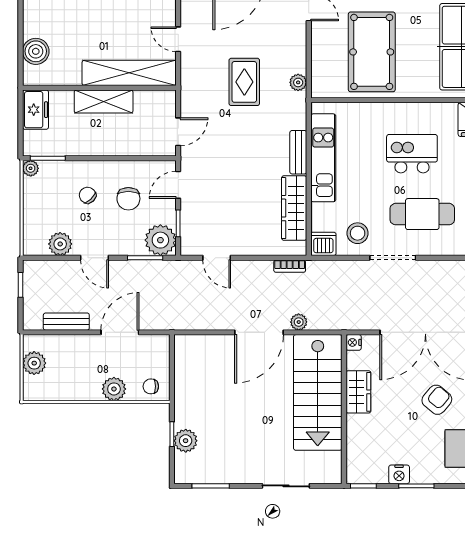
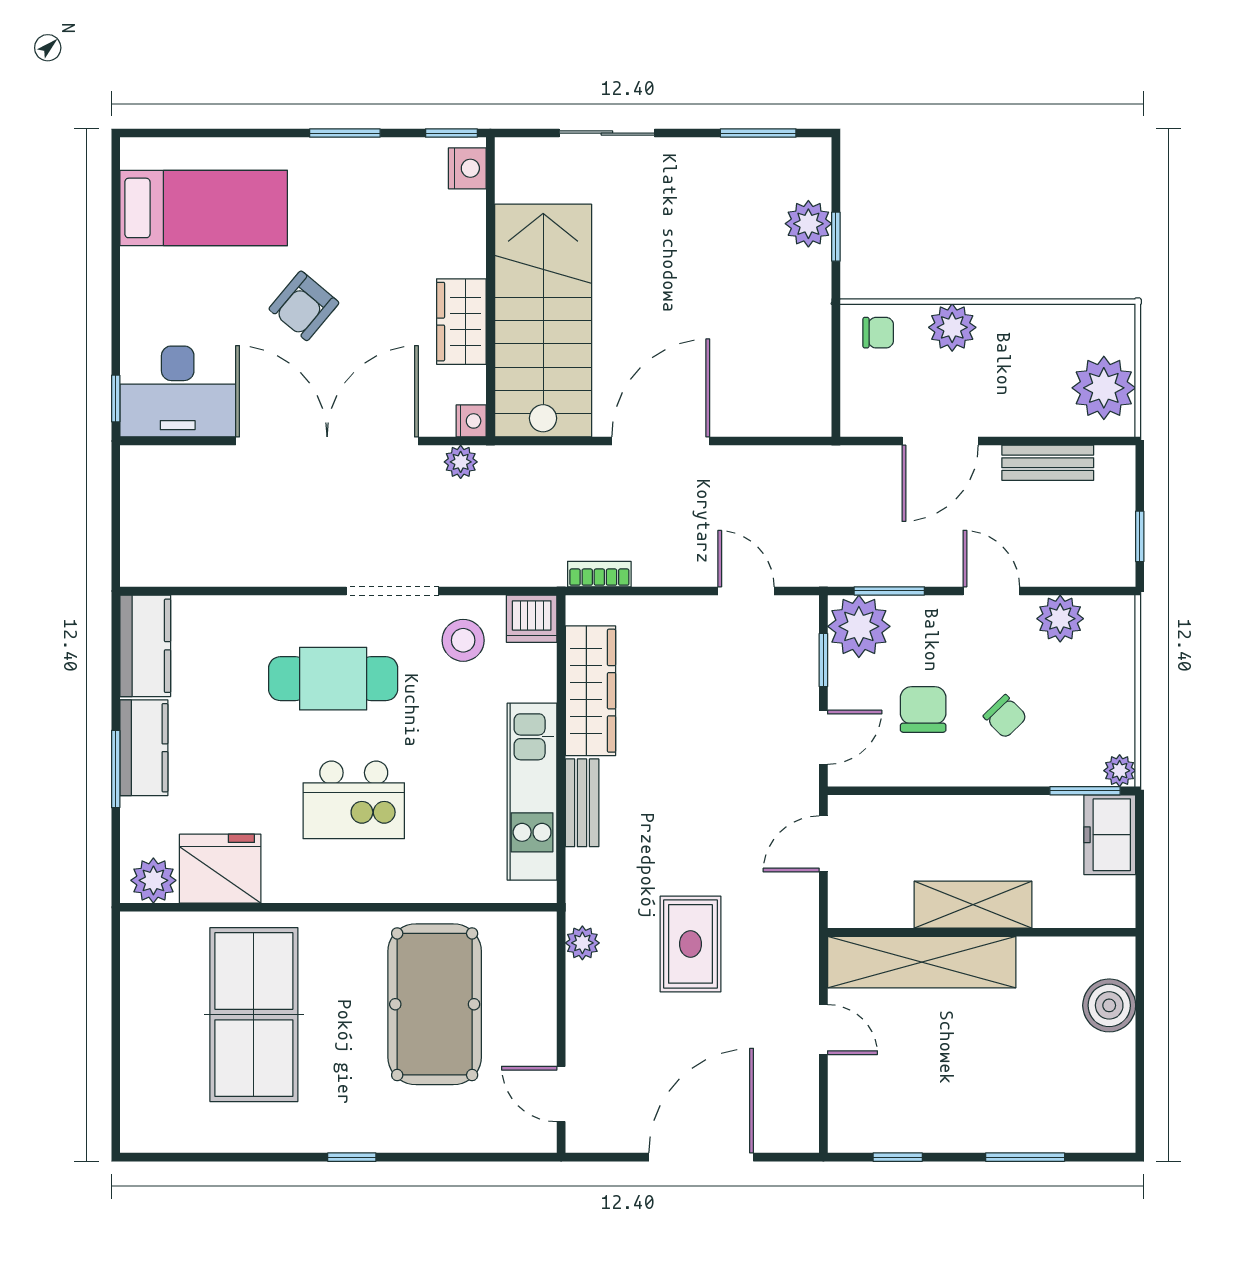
freezer: (35, 110) -> (1110, 835), moved
plant: (299, 322) -> (461, 462), moved
plant: (34, 363) -> (1104, 388), width x1.36, depth x1.36
nightstand: (399, 474) -> (467, 168), moved, turned 90

